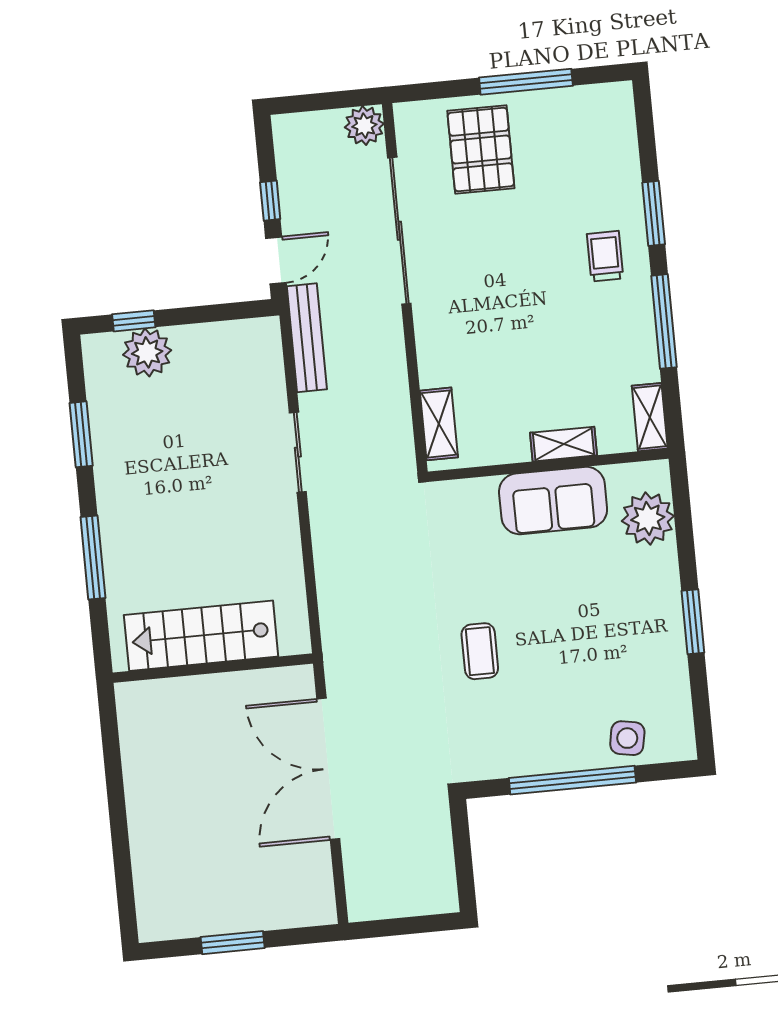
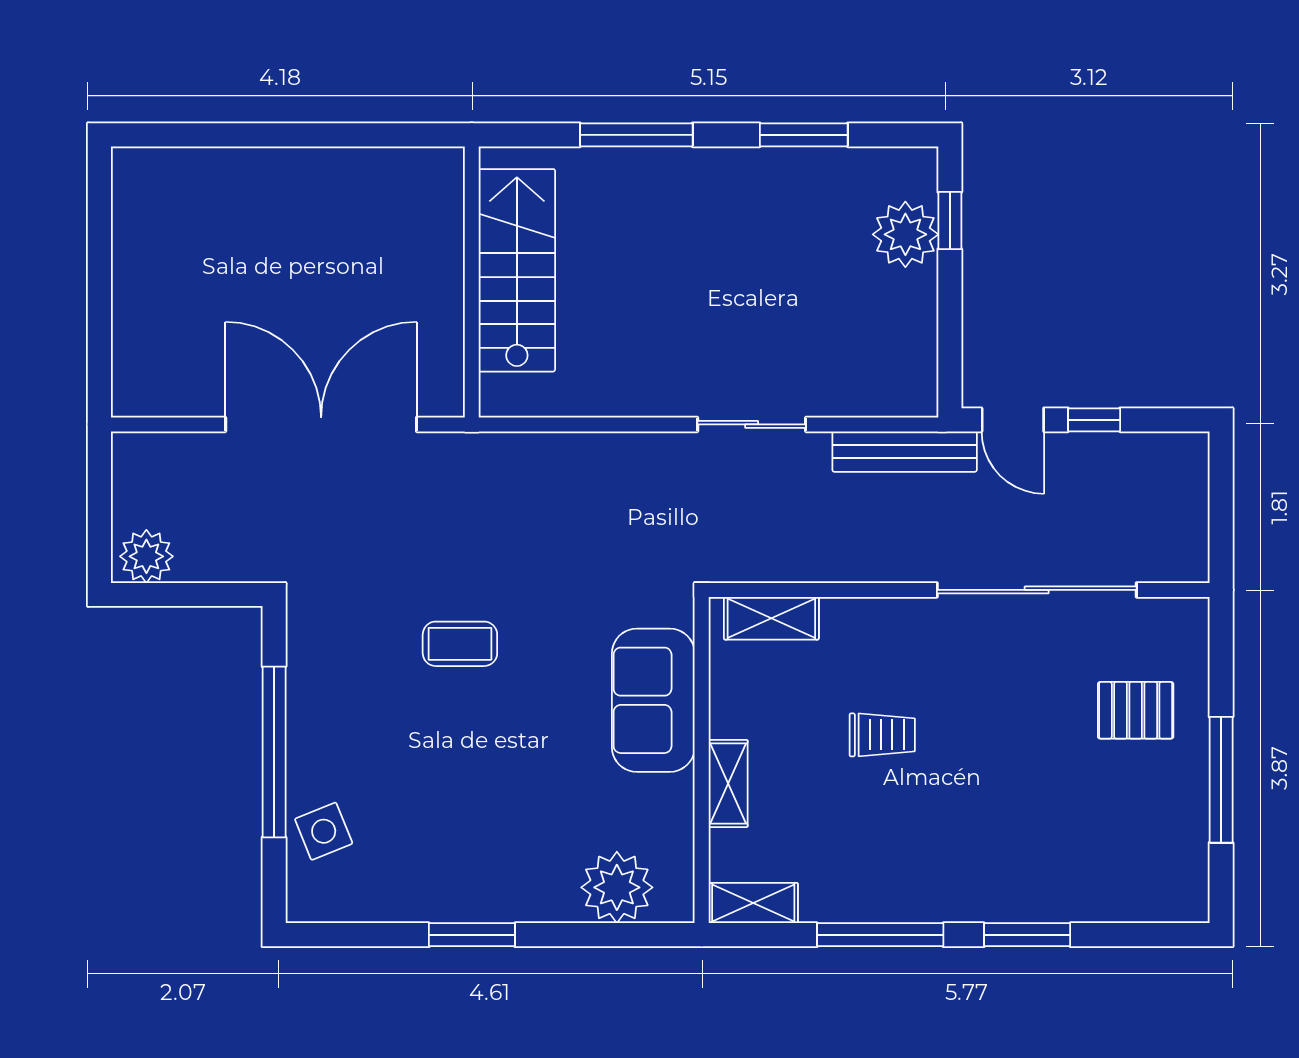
plant: (364, 126) -> (146, 556), moved
pallet: (481, 150) -> (1136, 710), width x0.67, depth x0.71
trolley: (605, 256) -> (882, 735), moved
sofa: (553, 501) -> (653, 700), moved
side table: (627, 738) -> (324, 831), turned -32
window: (233, 943) -> (99, 273), removed

